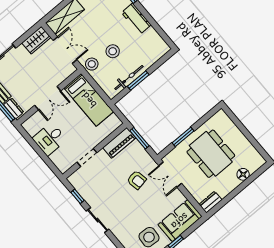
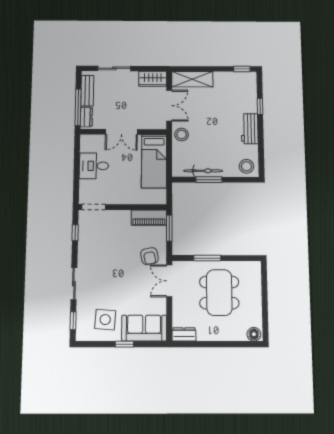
stool: (113, 51) -> (246, 166), moved
doorway: (87, 157) -> (94, 207), moved
floor lamp: (243, 174) -> (254, 334), moved
armchair: (137, 180) -> (149, 256), moved
sliding door: (98, 220) -> (74, 284), moved

